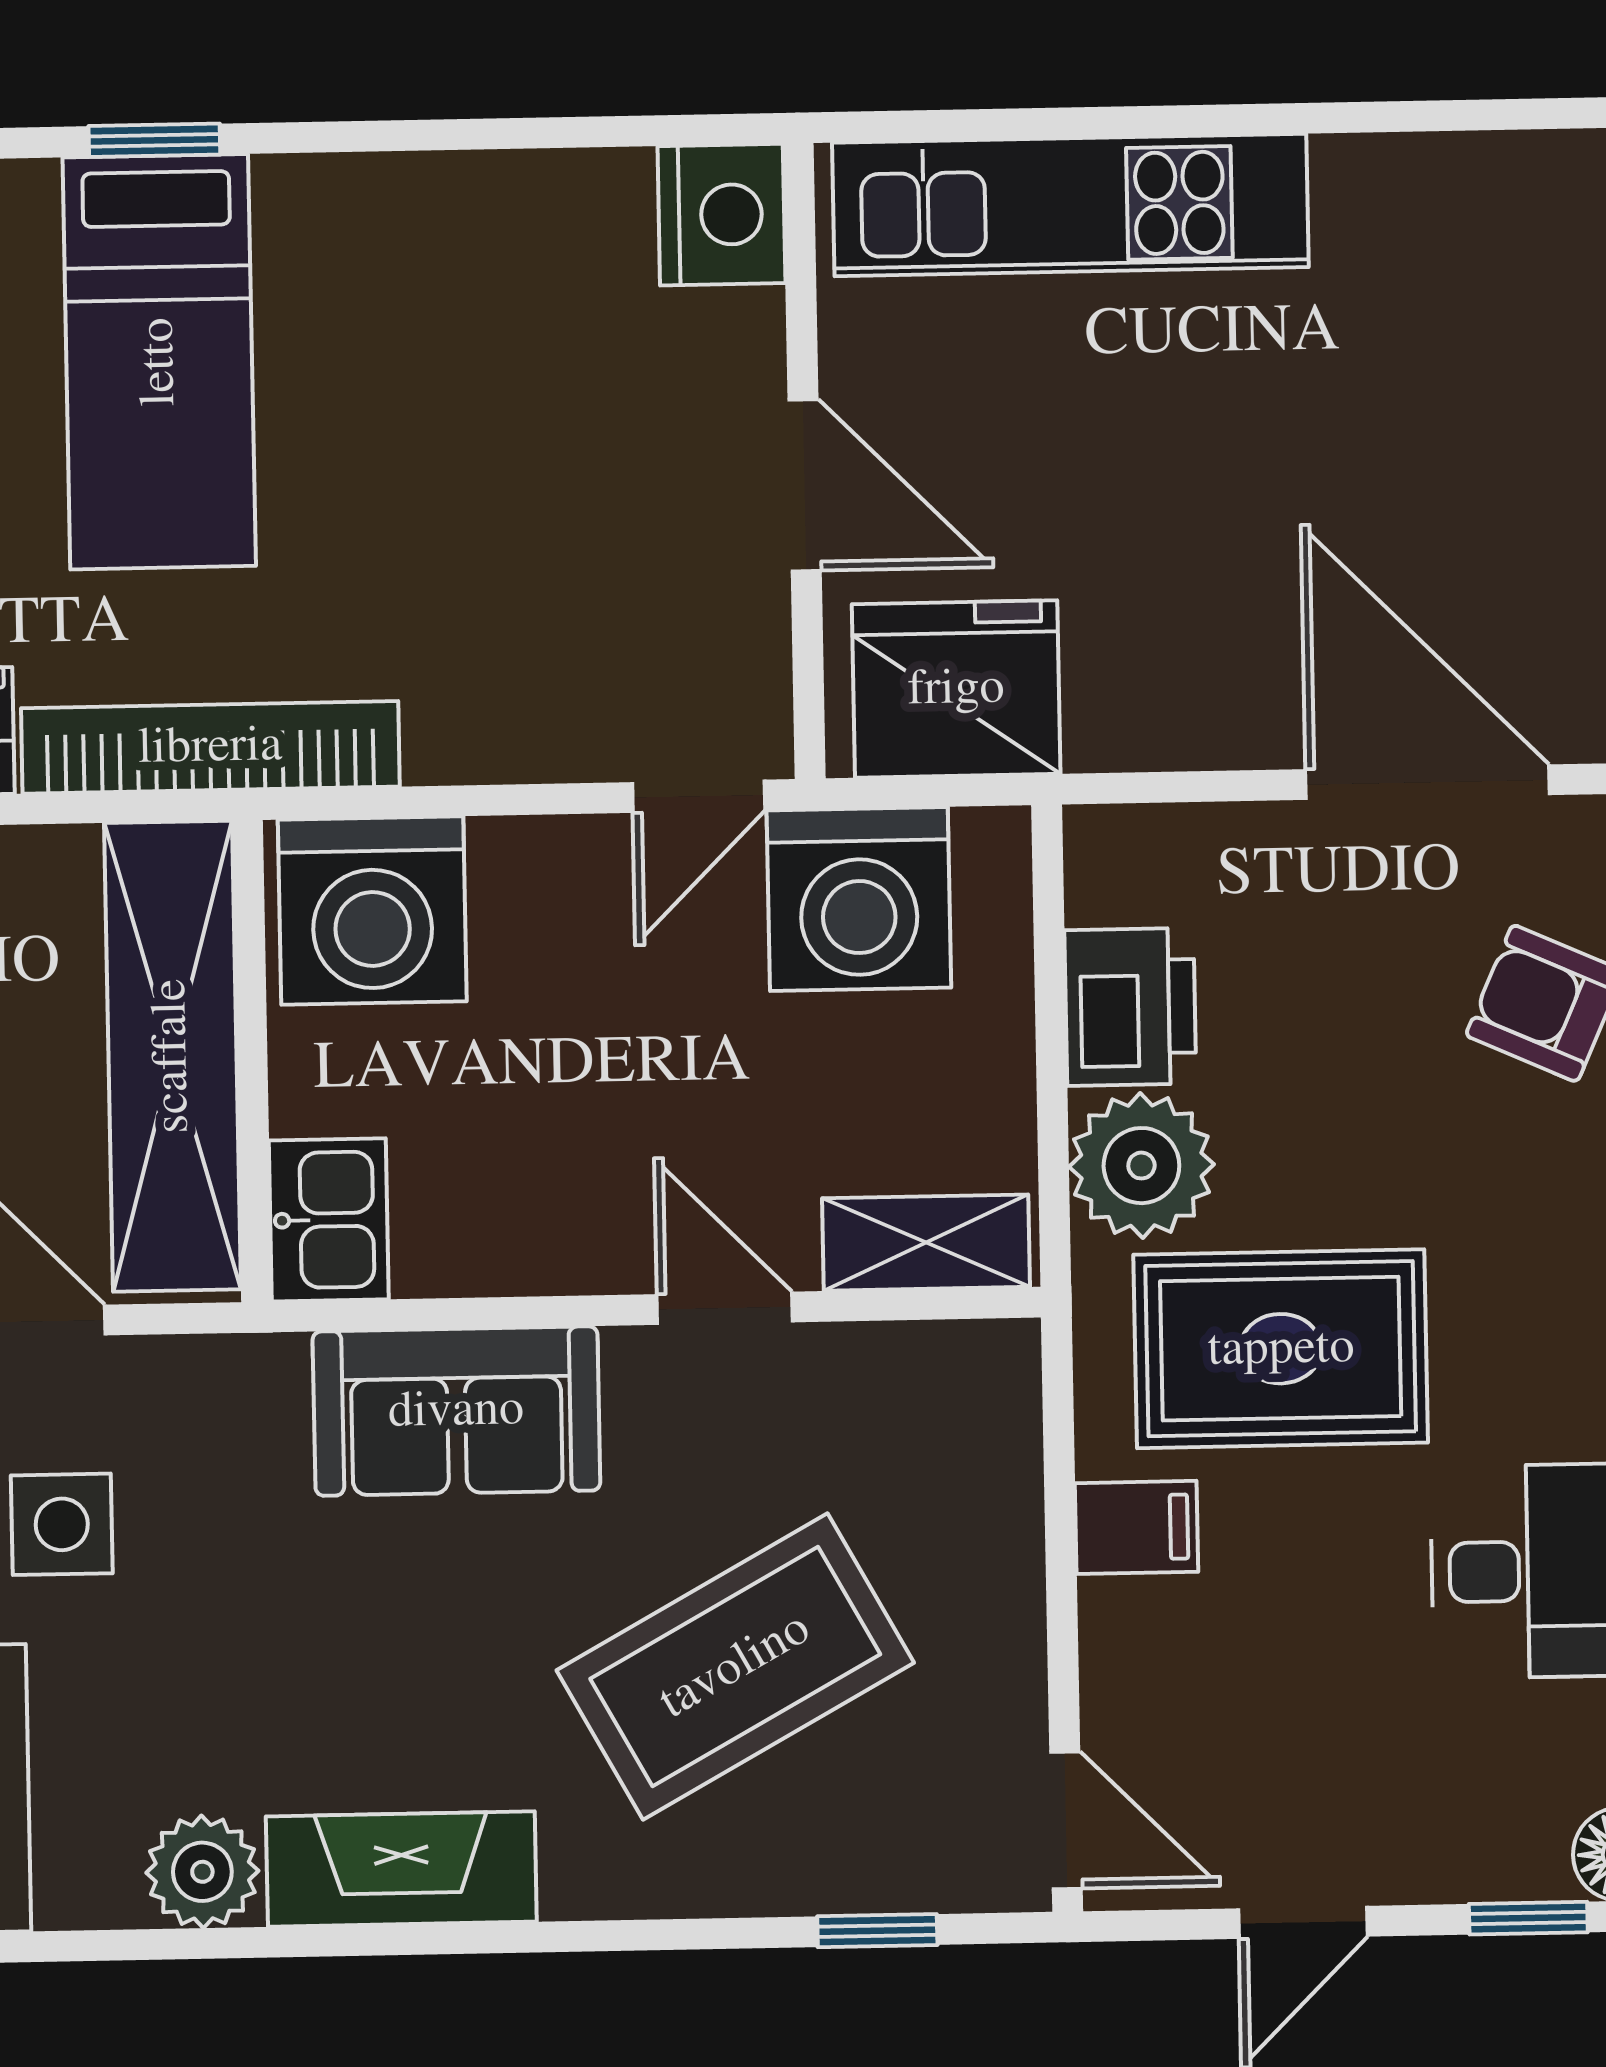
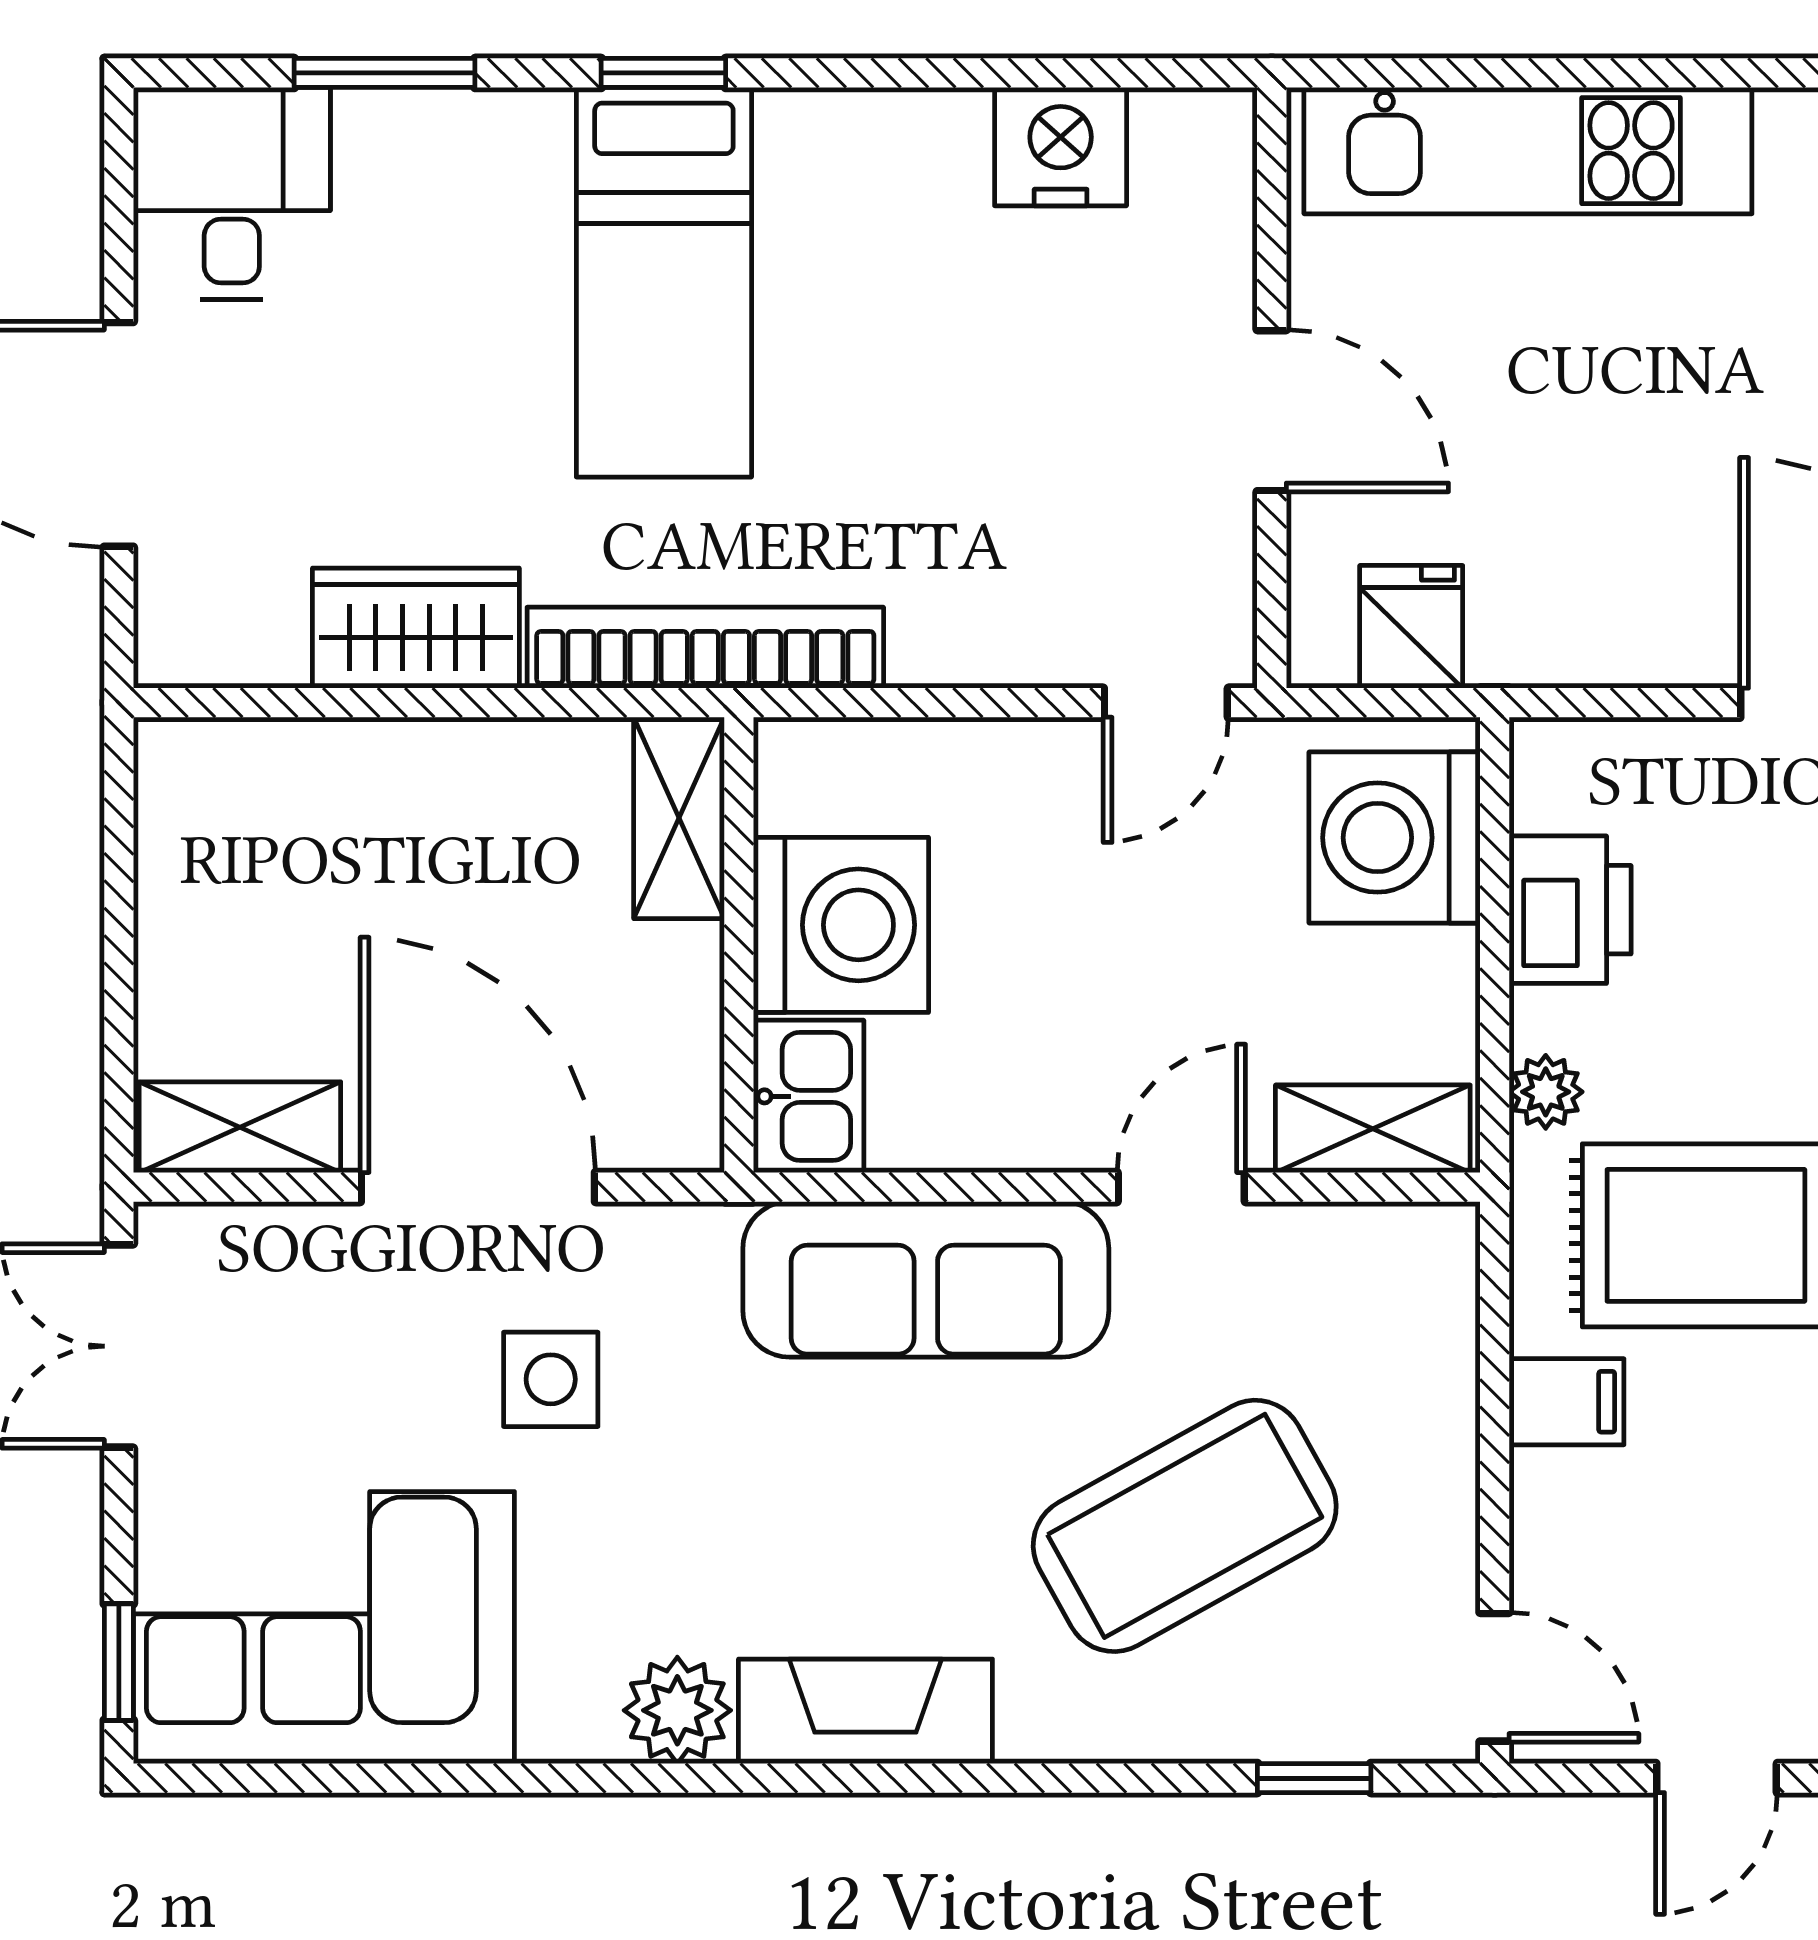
nightstand: (721, 215) -> (1061, 147), moved, turned -90
fridge: (956, 689) -> (1411, 627), width x0.53, depth x0.75
washing machine: (859, 899) -> (1395, 838), moved, turned 90
washing machine: (372, 910) -> (841, 925), moved, turned -90
shelving: (172, 1056) -> (679, 818), width x0.45, depth x0.75
plant: (1141, 1166) -> (1546, 1092), width x0.53, depth x0.53
door: (725, 1308) -> (1181, 1187), hinge flipped
sofa: (456, 1411) -> (926, 1279), width x1.36

